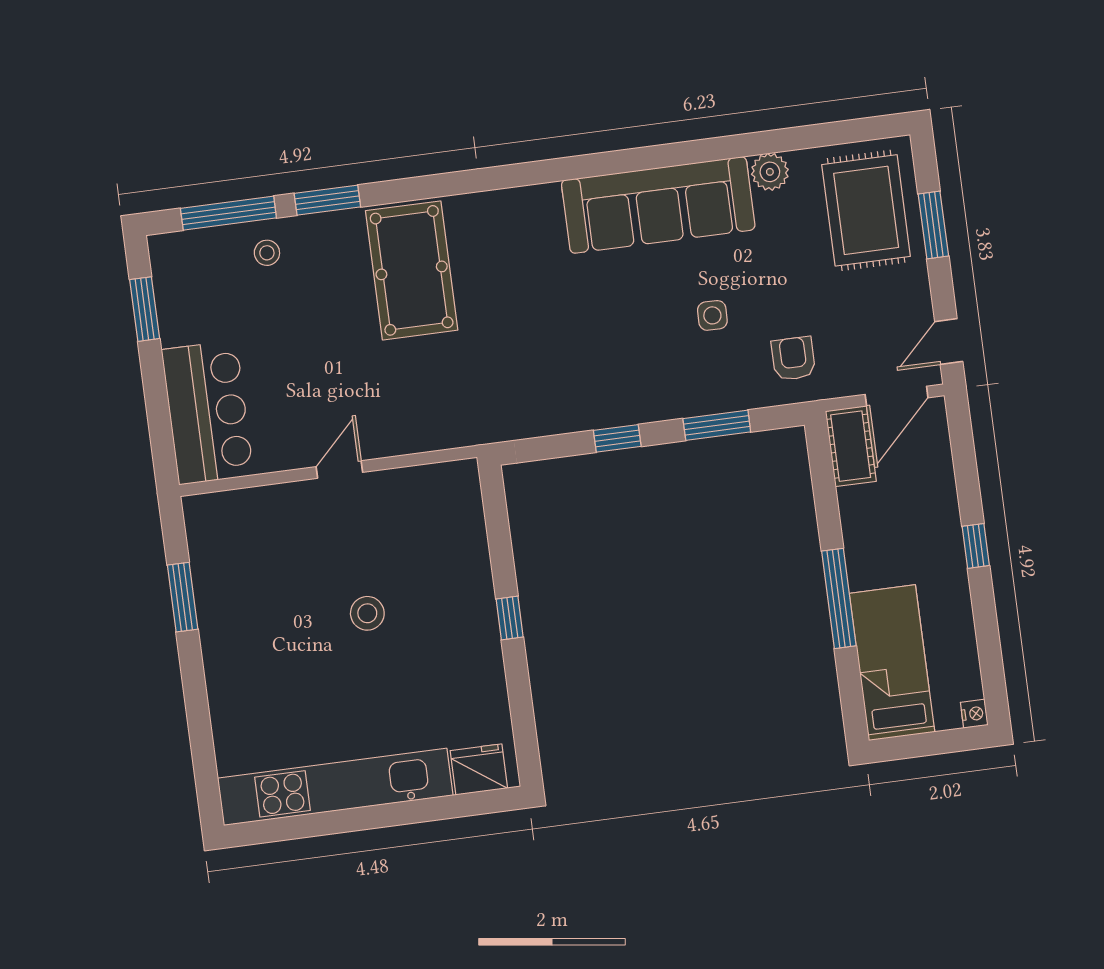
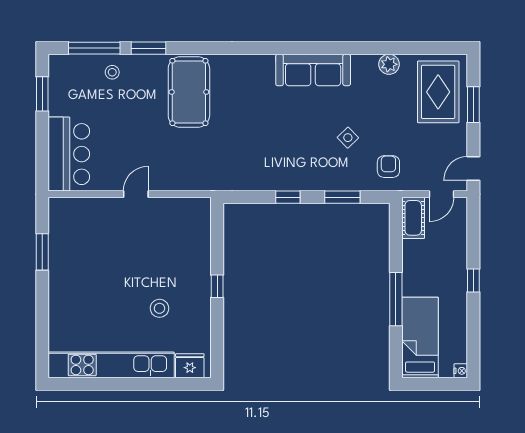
sofa: (658, 205) -> (313, 70), width x0.74, depth x0.79
side table: (712, 315) -> (348, 138), turned 45
door: (897, 396) -> (441, 194), width x0.73
stool: (367, 613) -> (159, 308), moved

